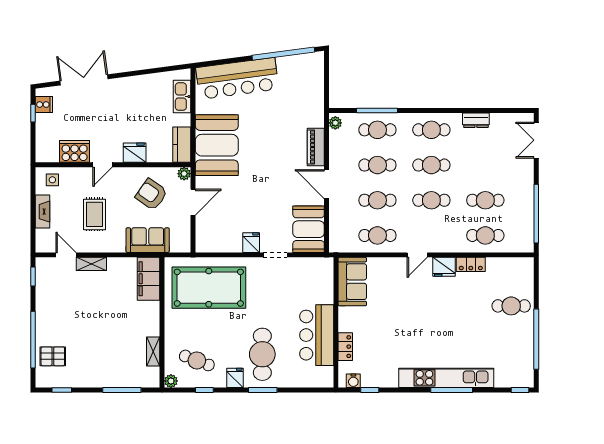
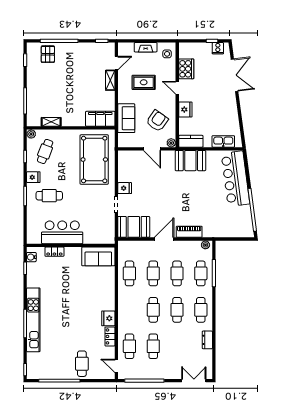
booth: (217, 145) -> (190, 161), width x0.73, depth x0.70
door: (417, 255) -> (116, 366), moved
cafe table: (262, 354) -> (49, 196), width x0.73, depth x0.74

